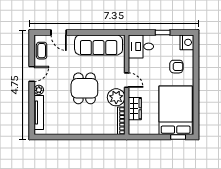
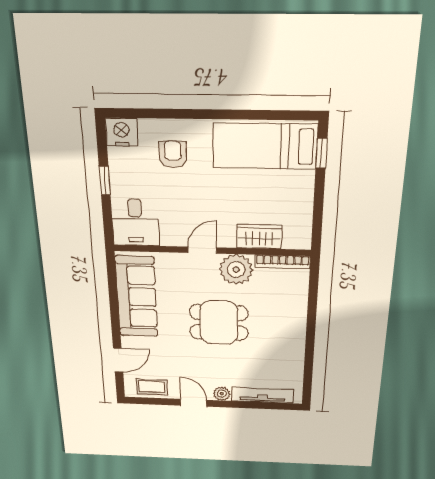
bed: (176, 110) -> (265, 146), width x0.67

